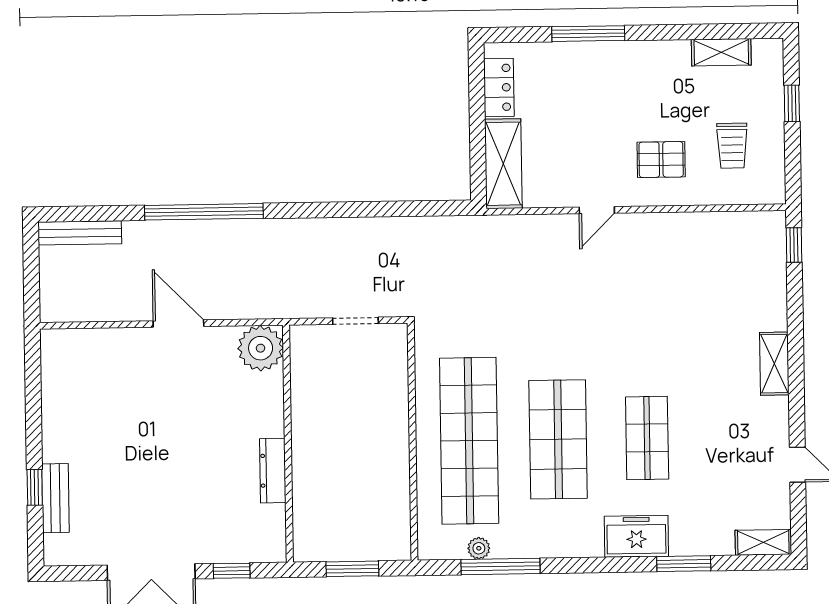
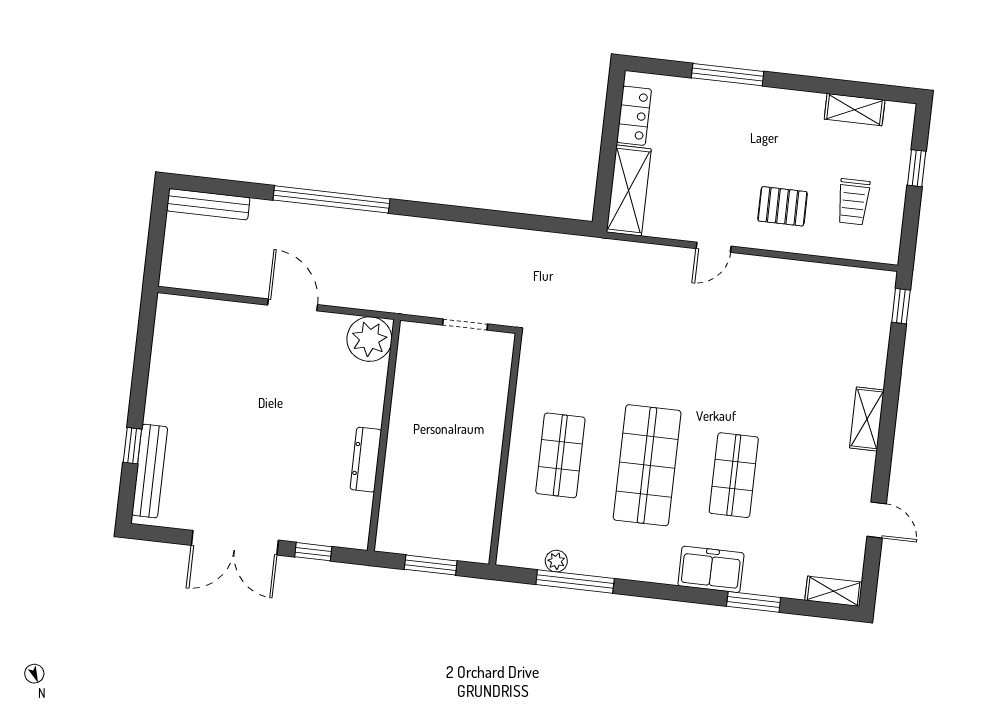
shop shelf: (469, 441) -> (560, 455), width x0.50, depth x0.74
bench: (55, 498) -> (150, 471), width x1.36

